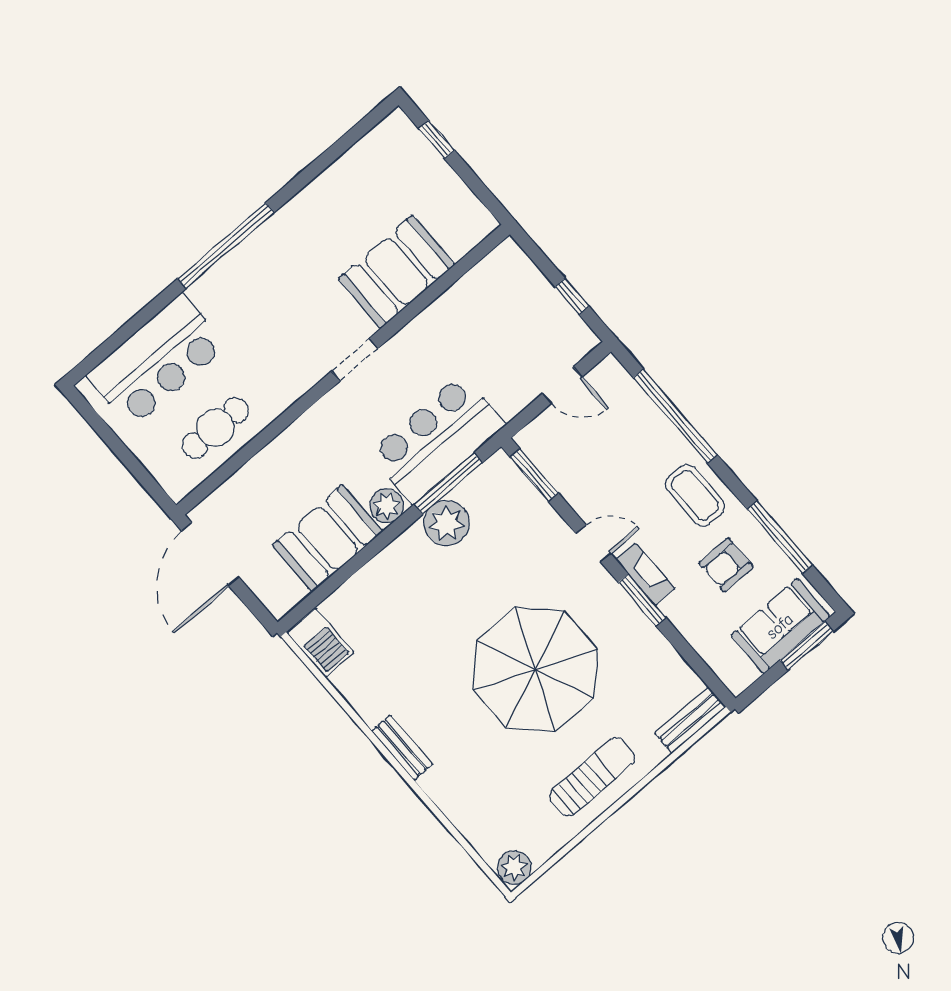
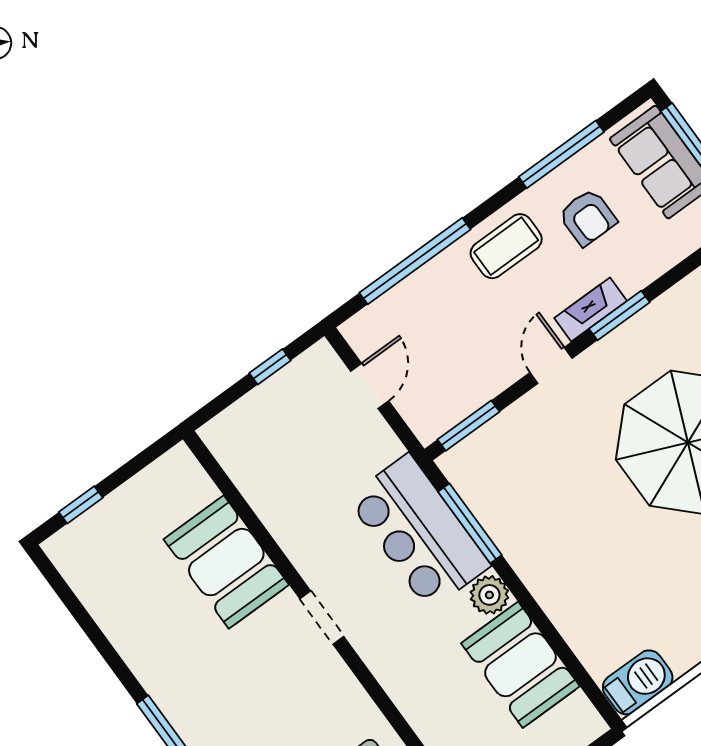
plant: (446, 523) -> (515, 529), removed

